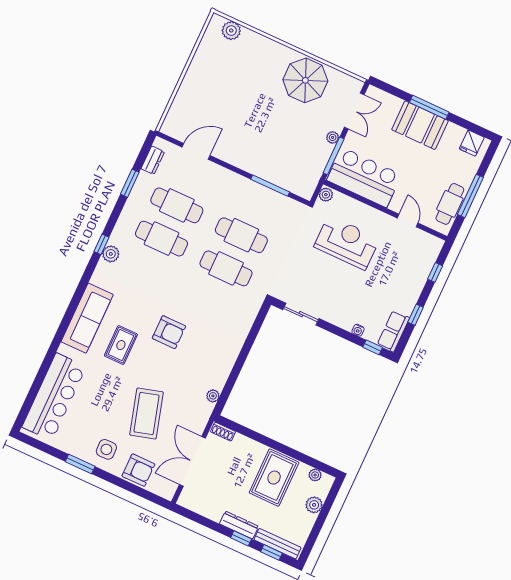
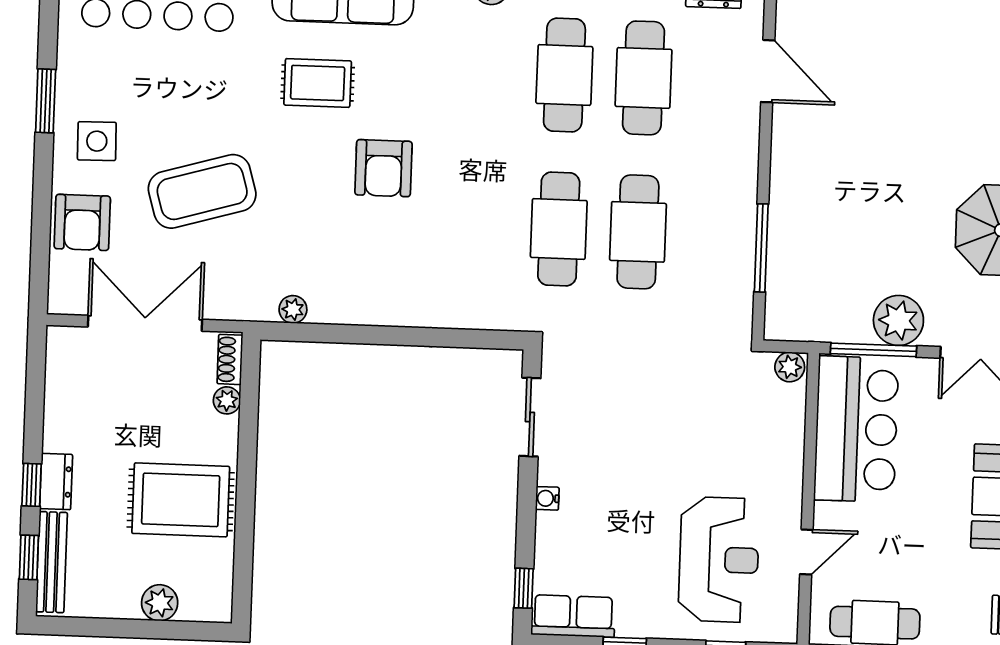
plant: (333, 137) -> (898, 320), width x1.88, depth x1.88
reception desk: (347, 243) -> (719, 560), moved
water cooler: (358, 330) -> (547, 498), moved
plant: (315, 475) -> (227, 400), moved
dresser: (239, 525) -> (56, 482), width x0.70

